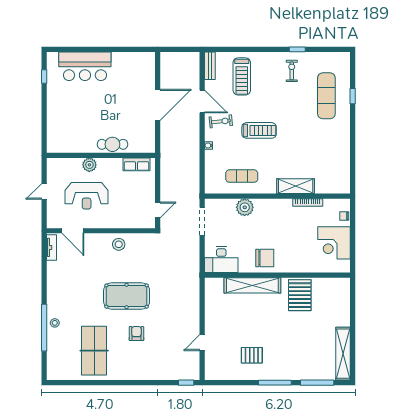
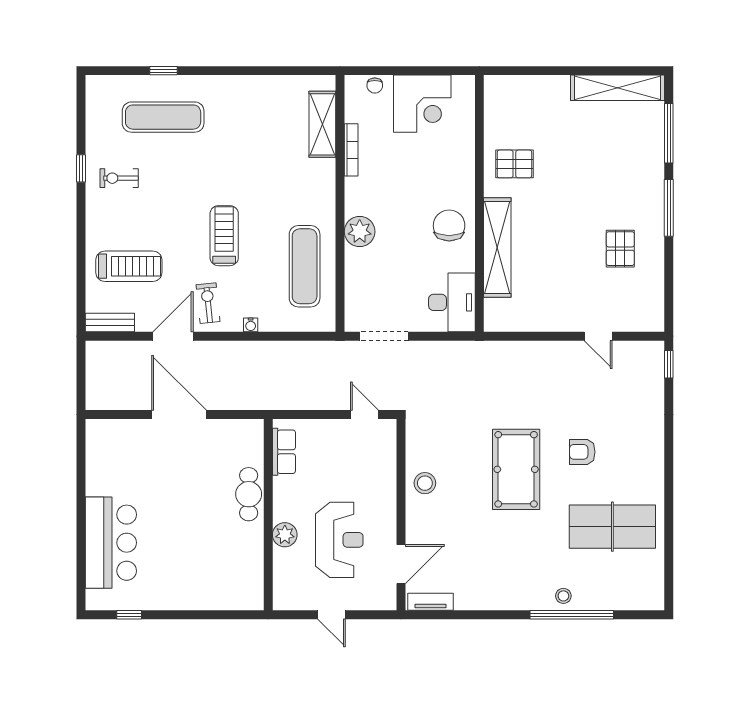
exercise mat: (242, 176) -> (305, 266), width x1.36, depth x1.45
shelving: (296, 186) -> (322, 124), moved
plant: (245, 207) -> (360, 232), moved
pallet: (300, 295) -> (514, 164), width x0.67, depth x0.71

